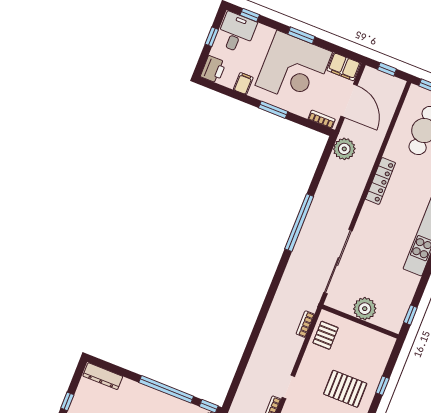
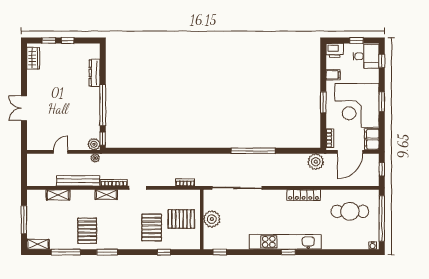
pallet: (326, 335) -> (181, 219), moved, width x1.50, depth x1.42
dresser: (103, 376) -> (95, 73), moved

